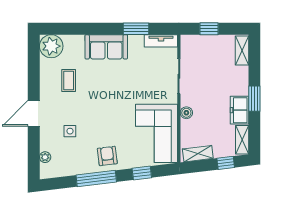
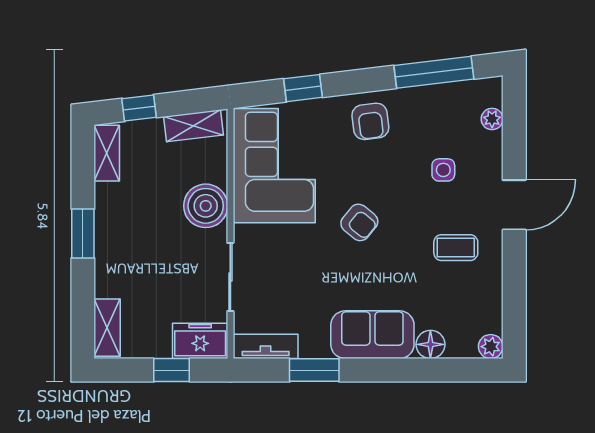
floor lamp: (77, 42) -> (430, 344), added
plant: (51, 46) -> (491, 347), width x0.53, depth x0.53
coffee table: (69, 81) -> (456, 248), moved, turned 90
armchair: (113, 104) -> (359, 222), added
freezer: (239, 110) -> (200, 341), moved, turned -90
boiler: (186, 113) -> (206, 206), width x1.86, depth x1.86
window: (96, 179) -> (434, 72), moved

